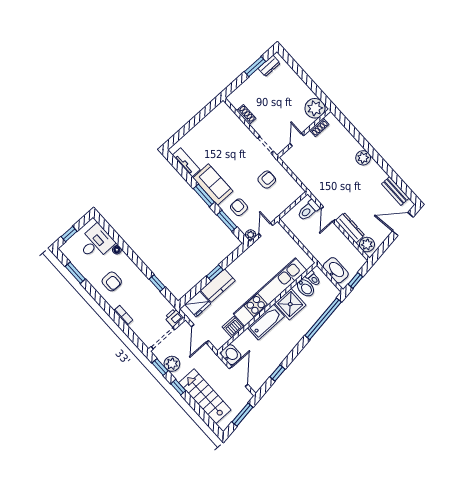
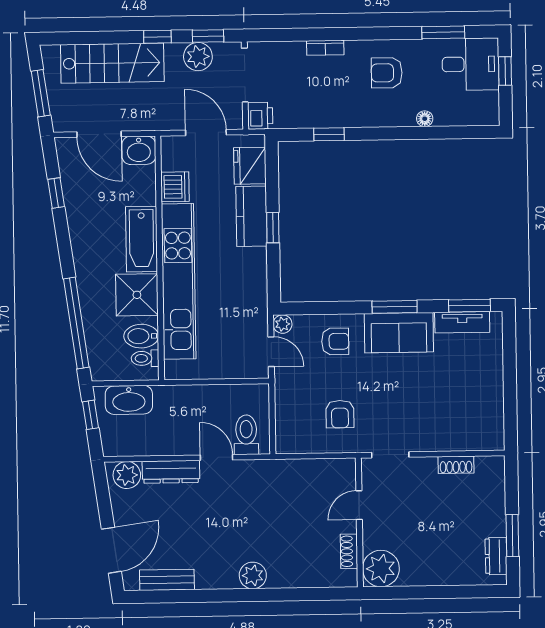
door: (297, 140) -> (359, 505), swing flipped
window: (227, 221) -> (470, 306), moved
desk: (96, 243) -> (471, 64), moved, turned -90

